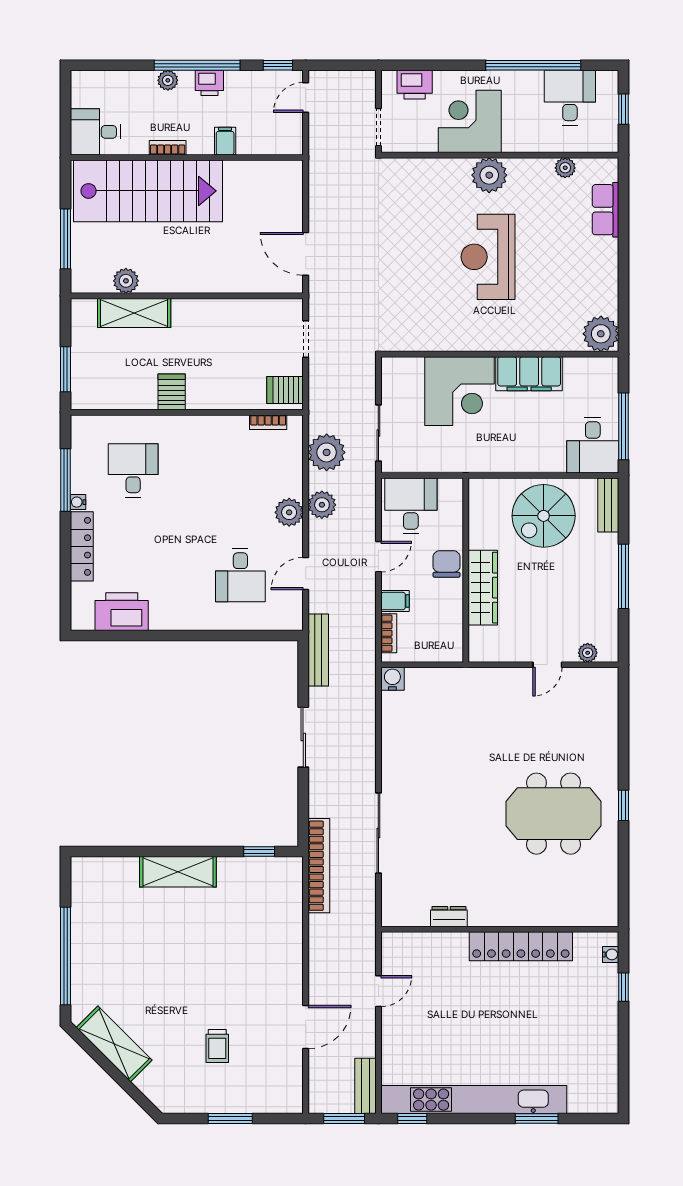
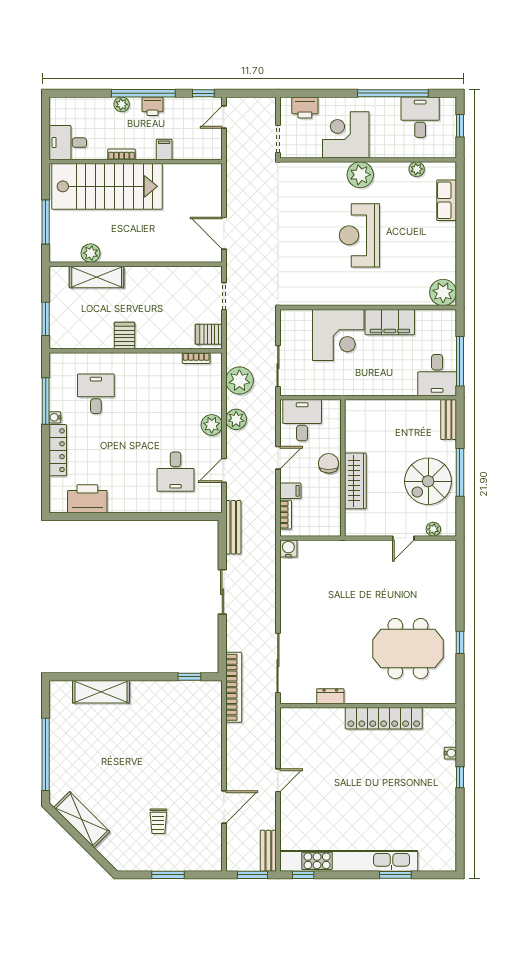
spiral stairs: (544, 516) -> (428, 481), moved
shelving: (178, 872) -> (101, 692), moved
dresser: (449, 917) -> (330, 696), moved
wall: (500, 929) -> (368, 706), moved
locker: (521, 946) -> (384, 718), moved

